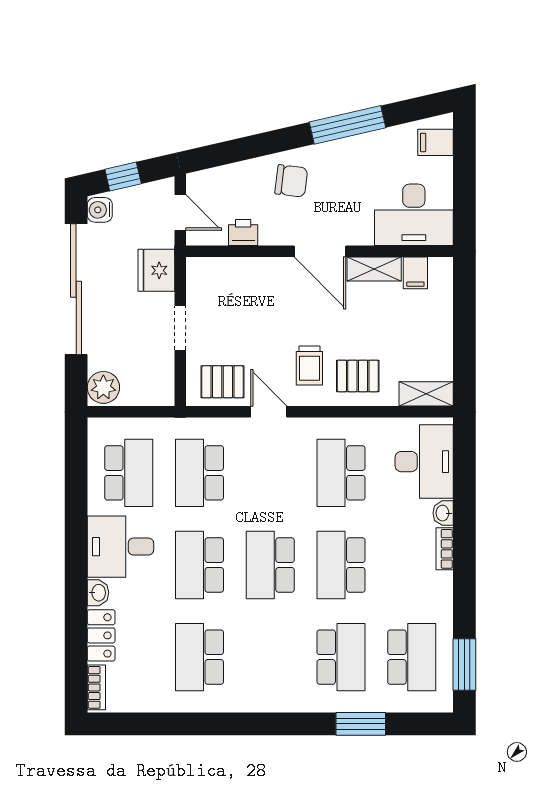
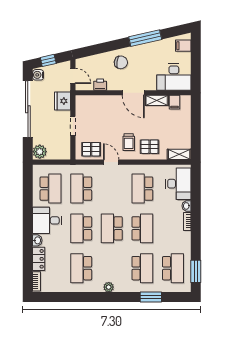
school desk: (341, 565) -> (142, 228), turned 180
plant: (263, 701) -> (109, 287), added

